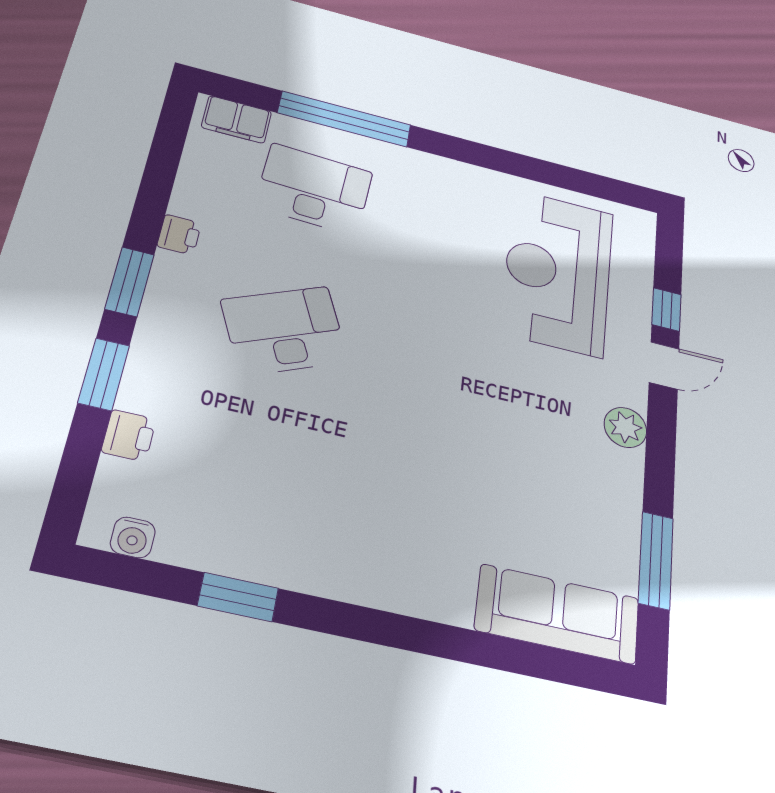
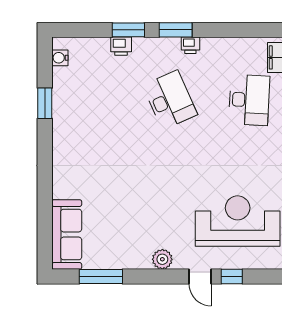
printer: (179, 235) -> (190, 45), moved
printer: (129, 435) -> (121, 46), moved

